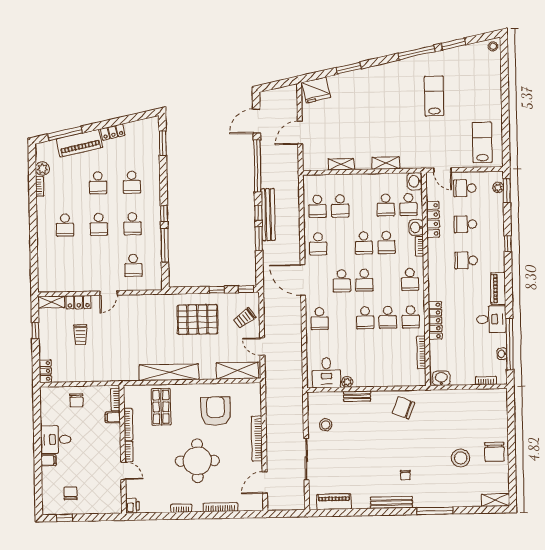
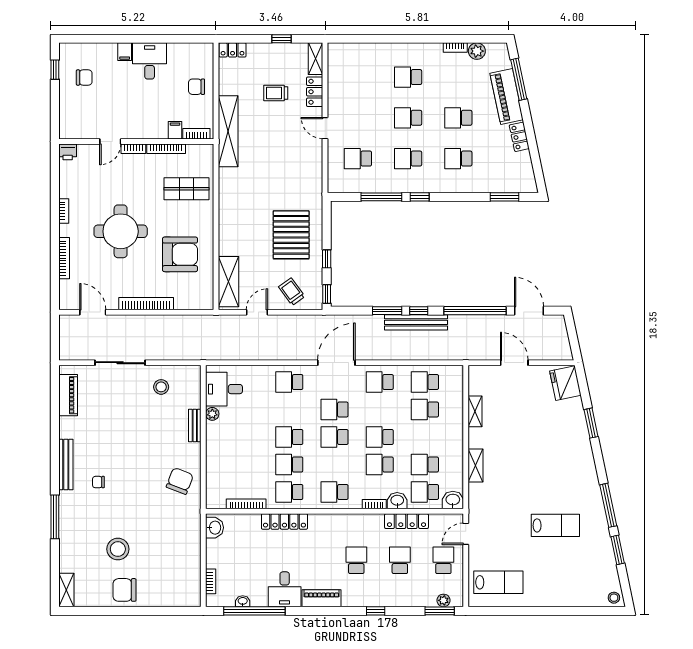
shelving: (169, 372) -> (228, 131), moved

